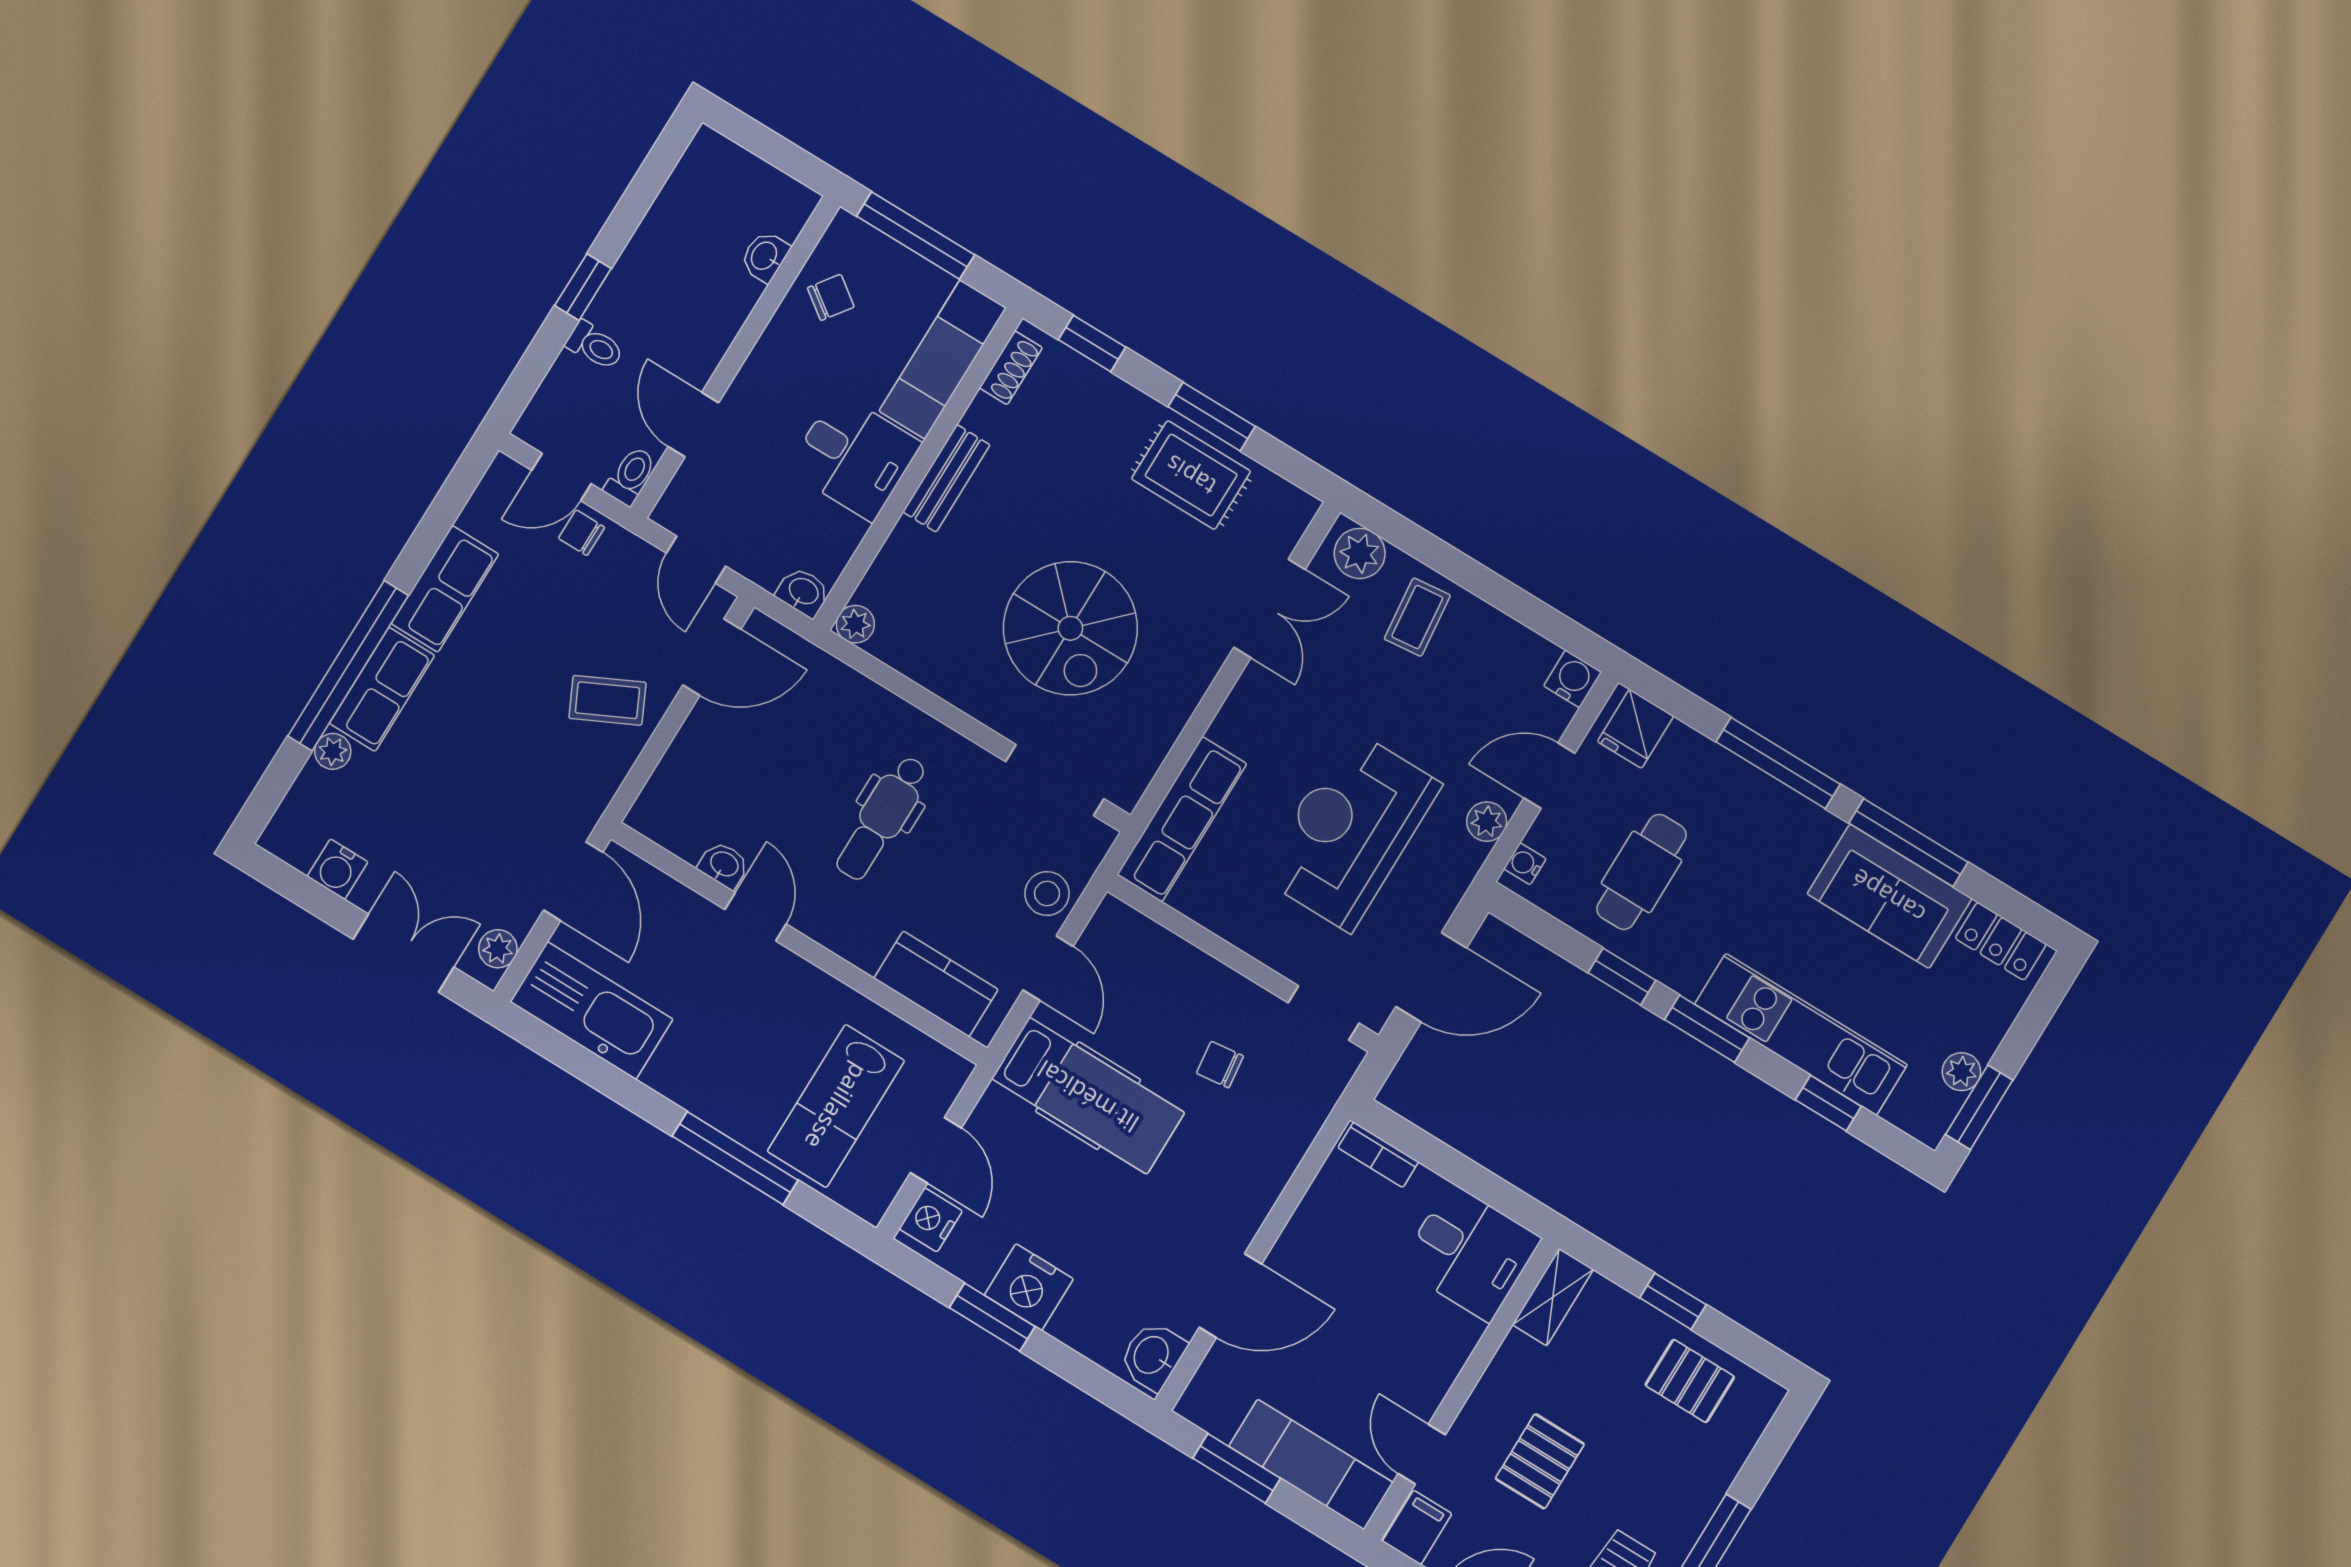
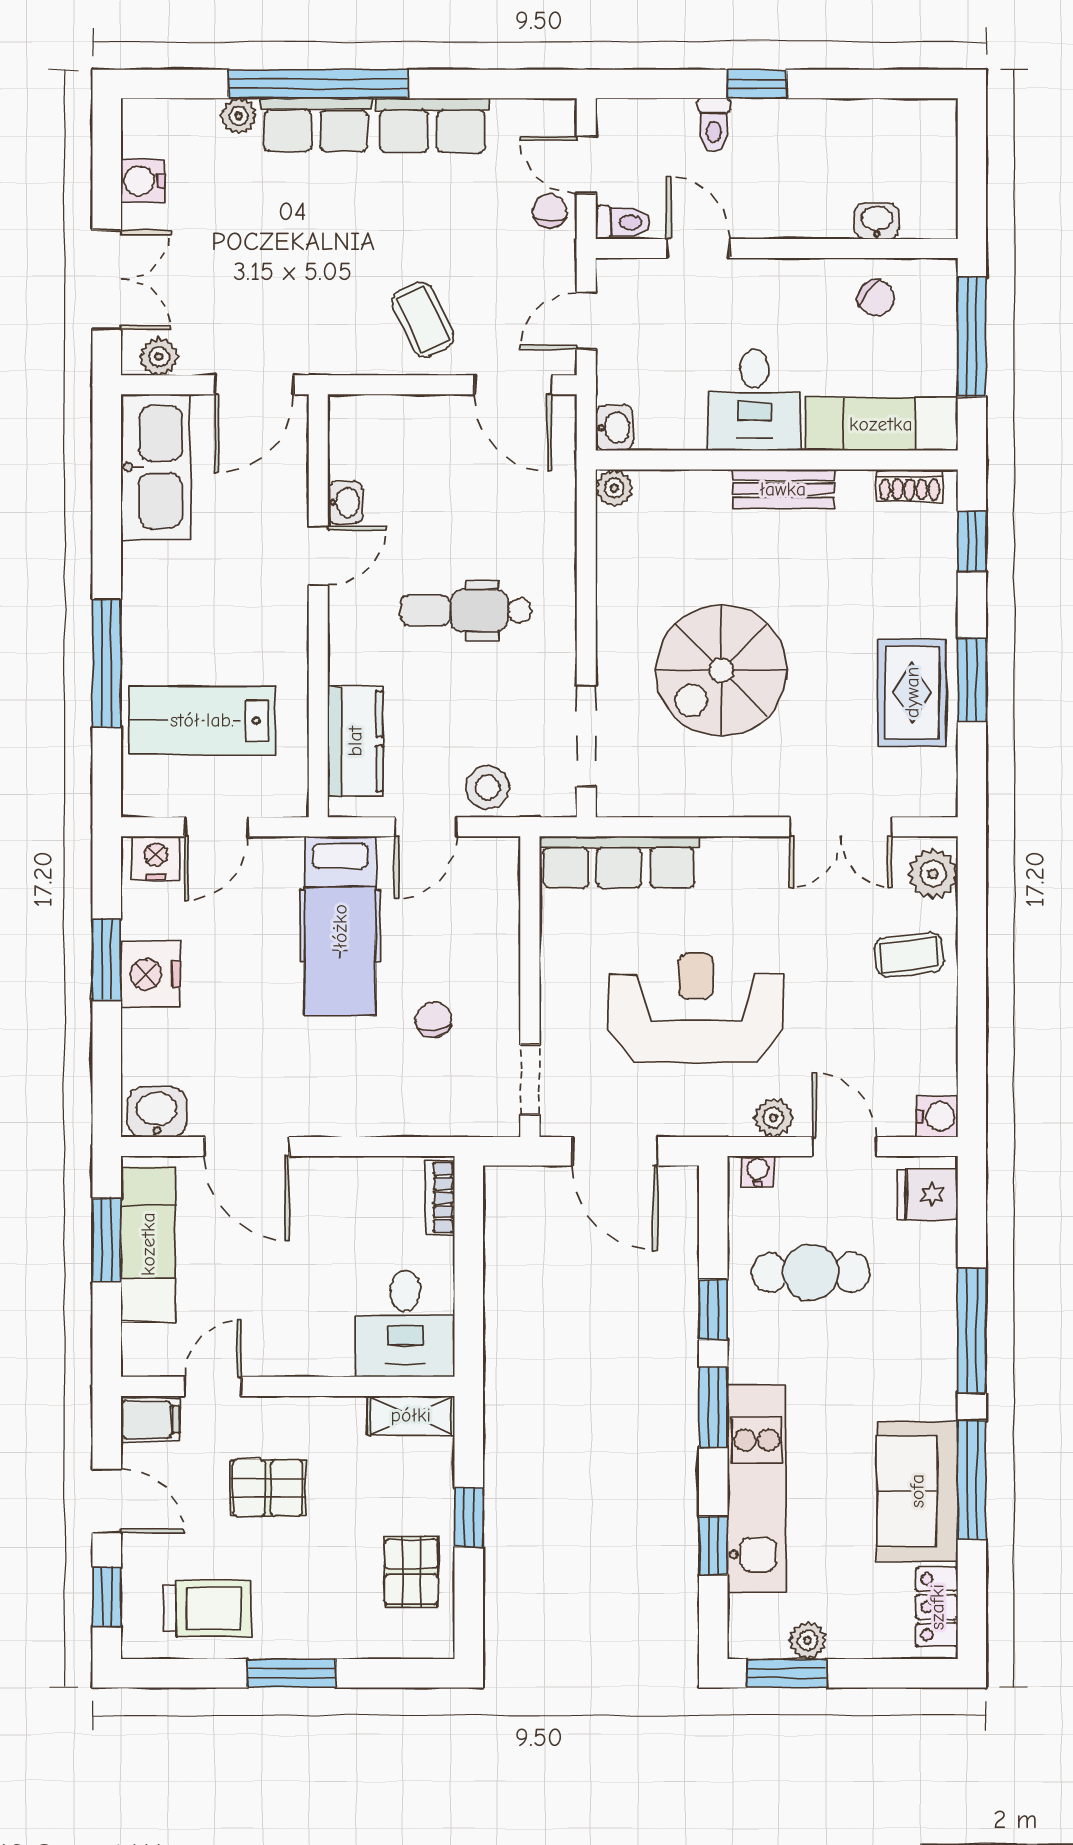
door: (693, 425) -> (698, 248), hinge flipped
exam couch: (1311, 1464) -> (148, 1244), moved

